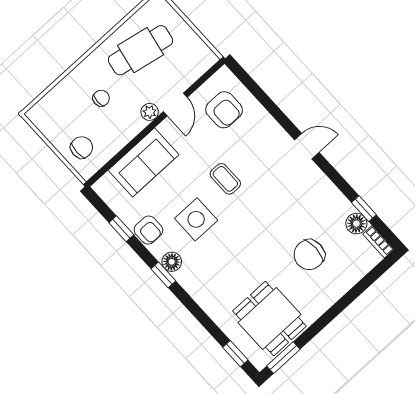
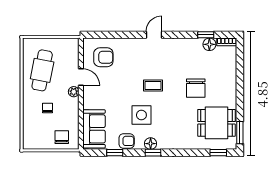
sofa: (144, 162) -> (94, 129), moved
coffee table: (225, 179) -> (153, 86), moved
chair: (309, 255) -> (196, 88), moved

